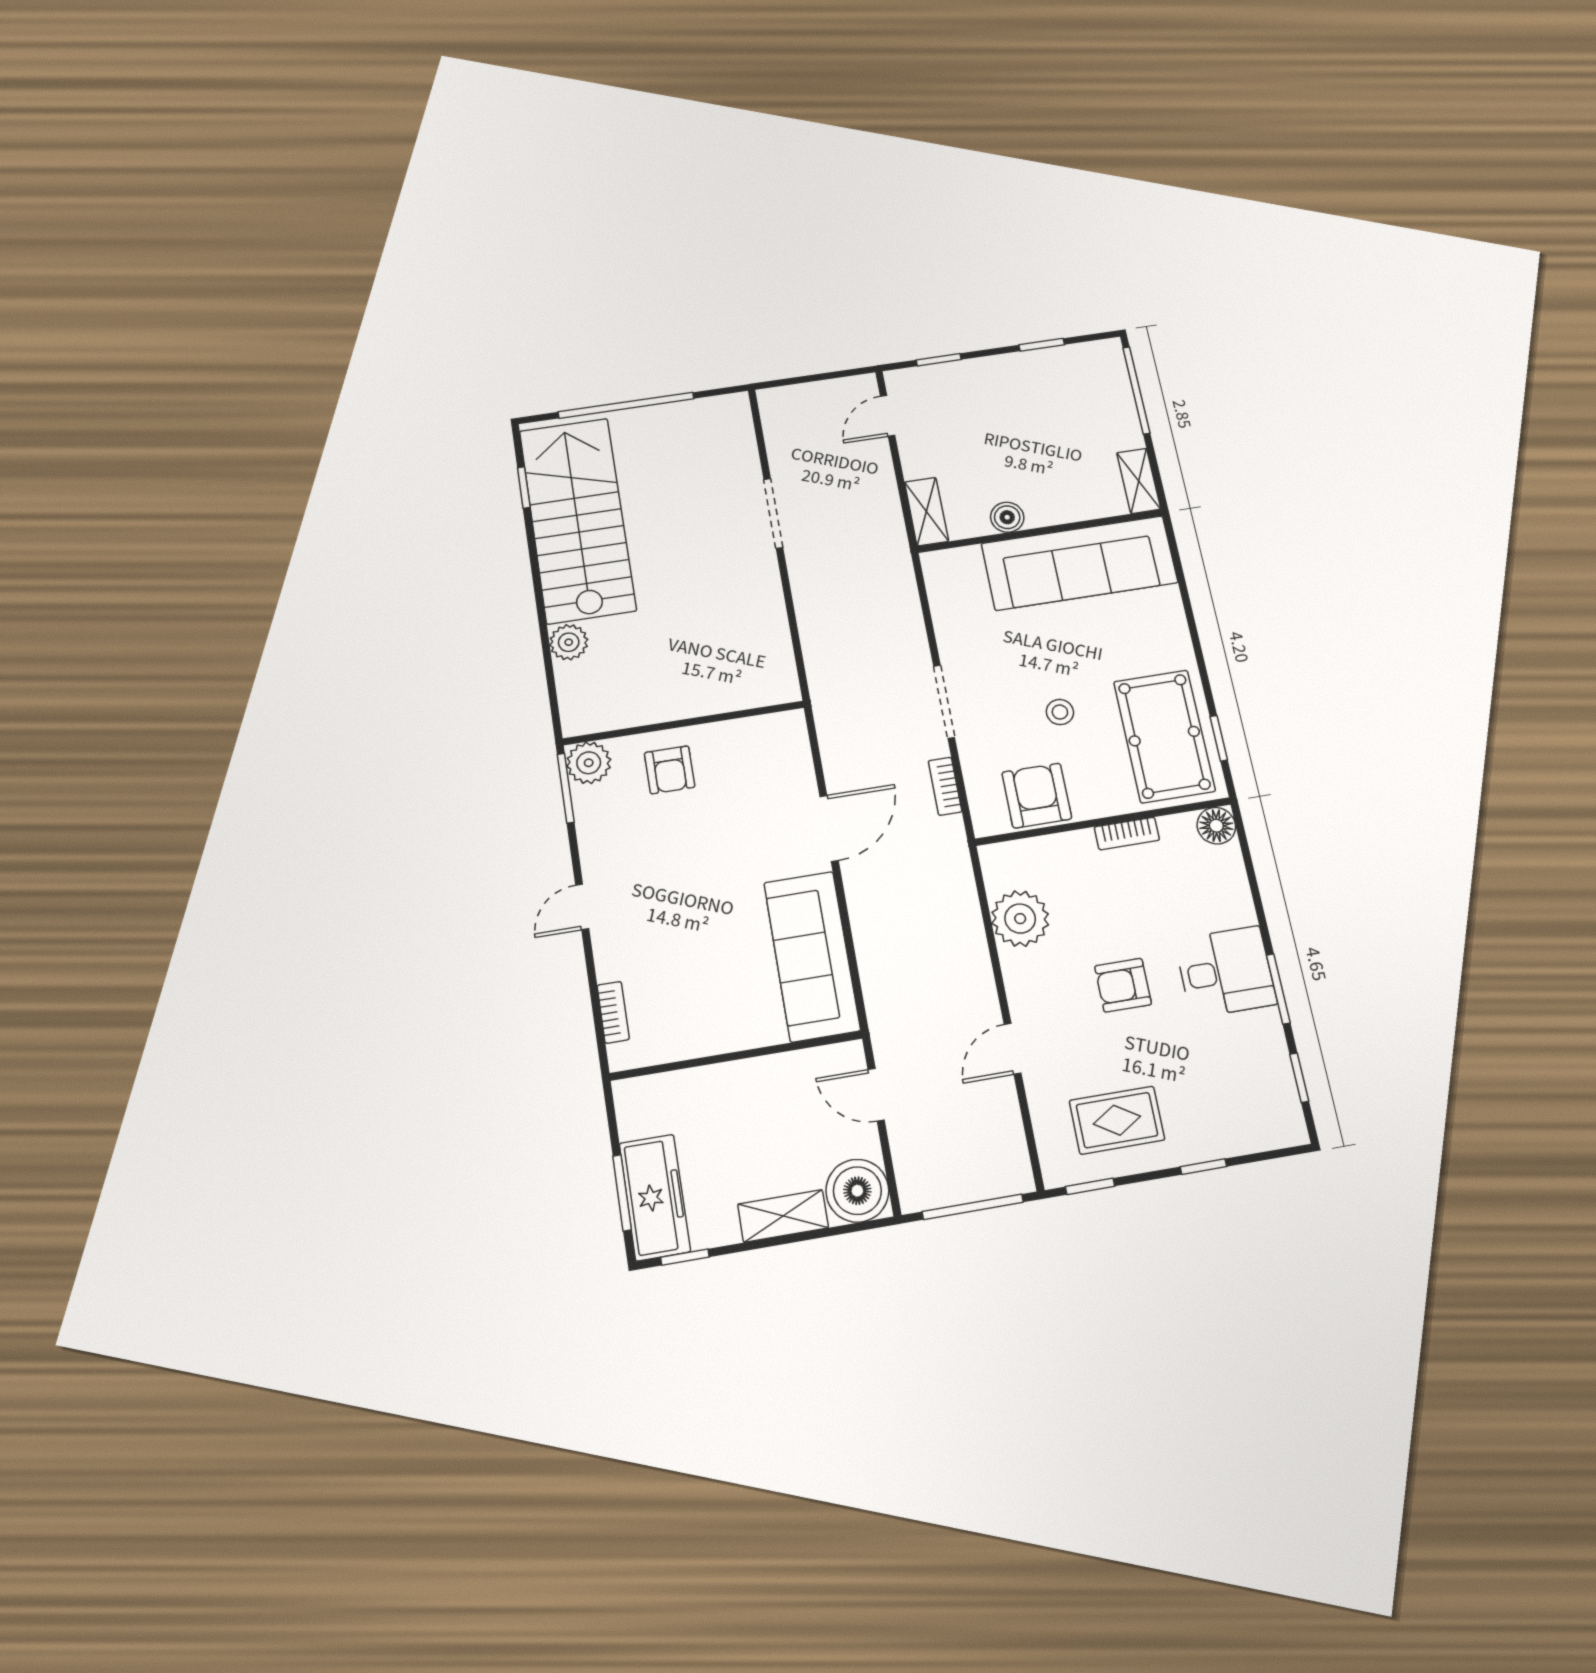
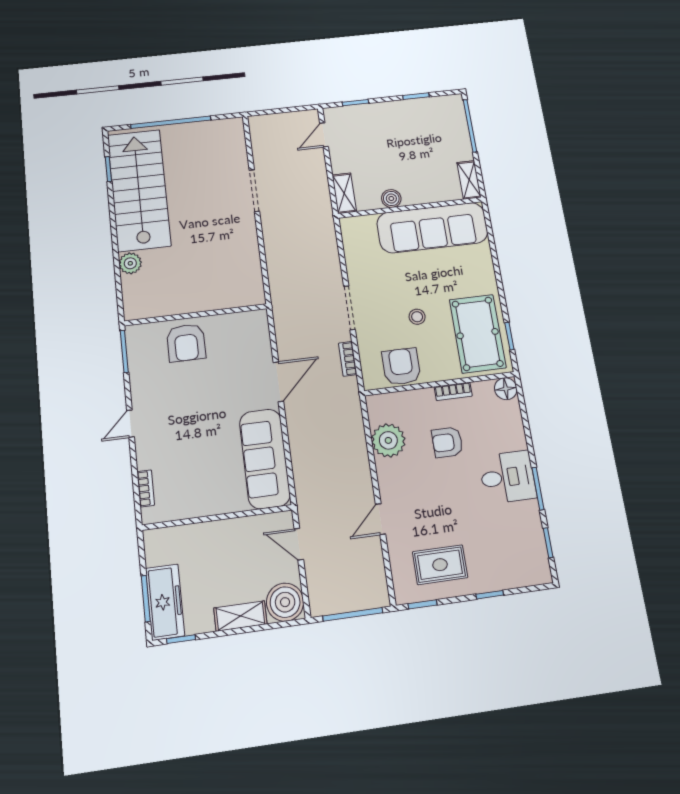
plant: (589, 763) -> (139, 337), removed
armchair: (670, 770) -> (186, 343), width x1.38, depth x1.38
armchair: (1123, 985) -> (447, 442), moved

